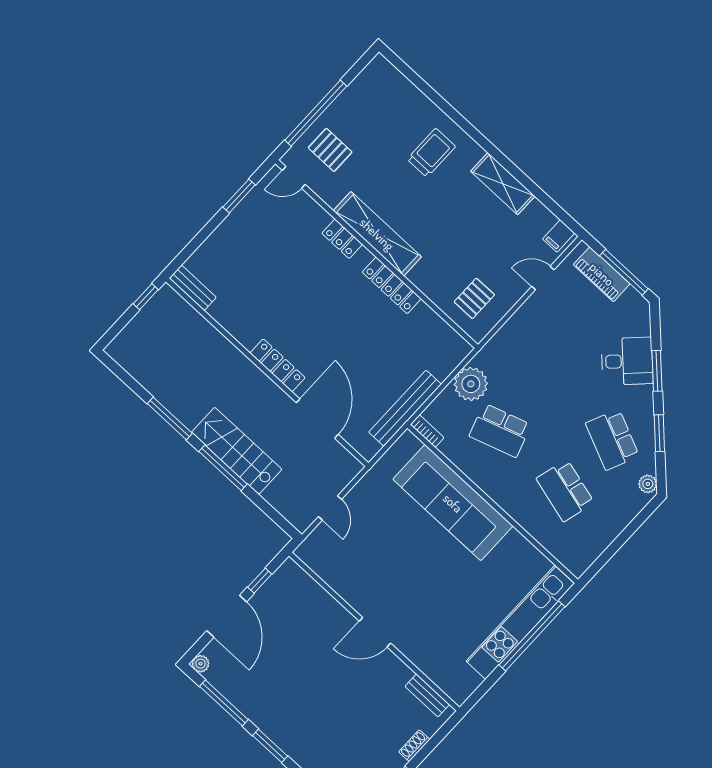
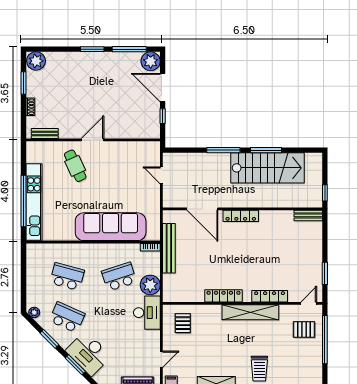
locker: (342, 239) -> (270, 296), width x1.53
desk: (507, 353) -> (147, 313), added
desk: (627, 361) -> (88, 353), width x1.37
stairs: (237, 451) -> (267, 168), moved, width x1.36, depth x1.51
cafe table: (427, 620) -> (75, 166), added
plant: (201, 664) -> (151, 61), width x1.88, depth x1.88

